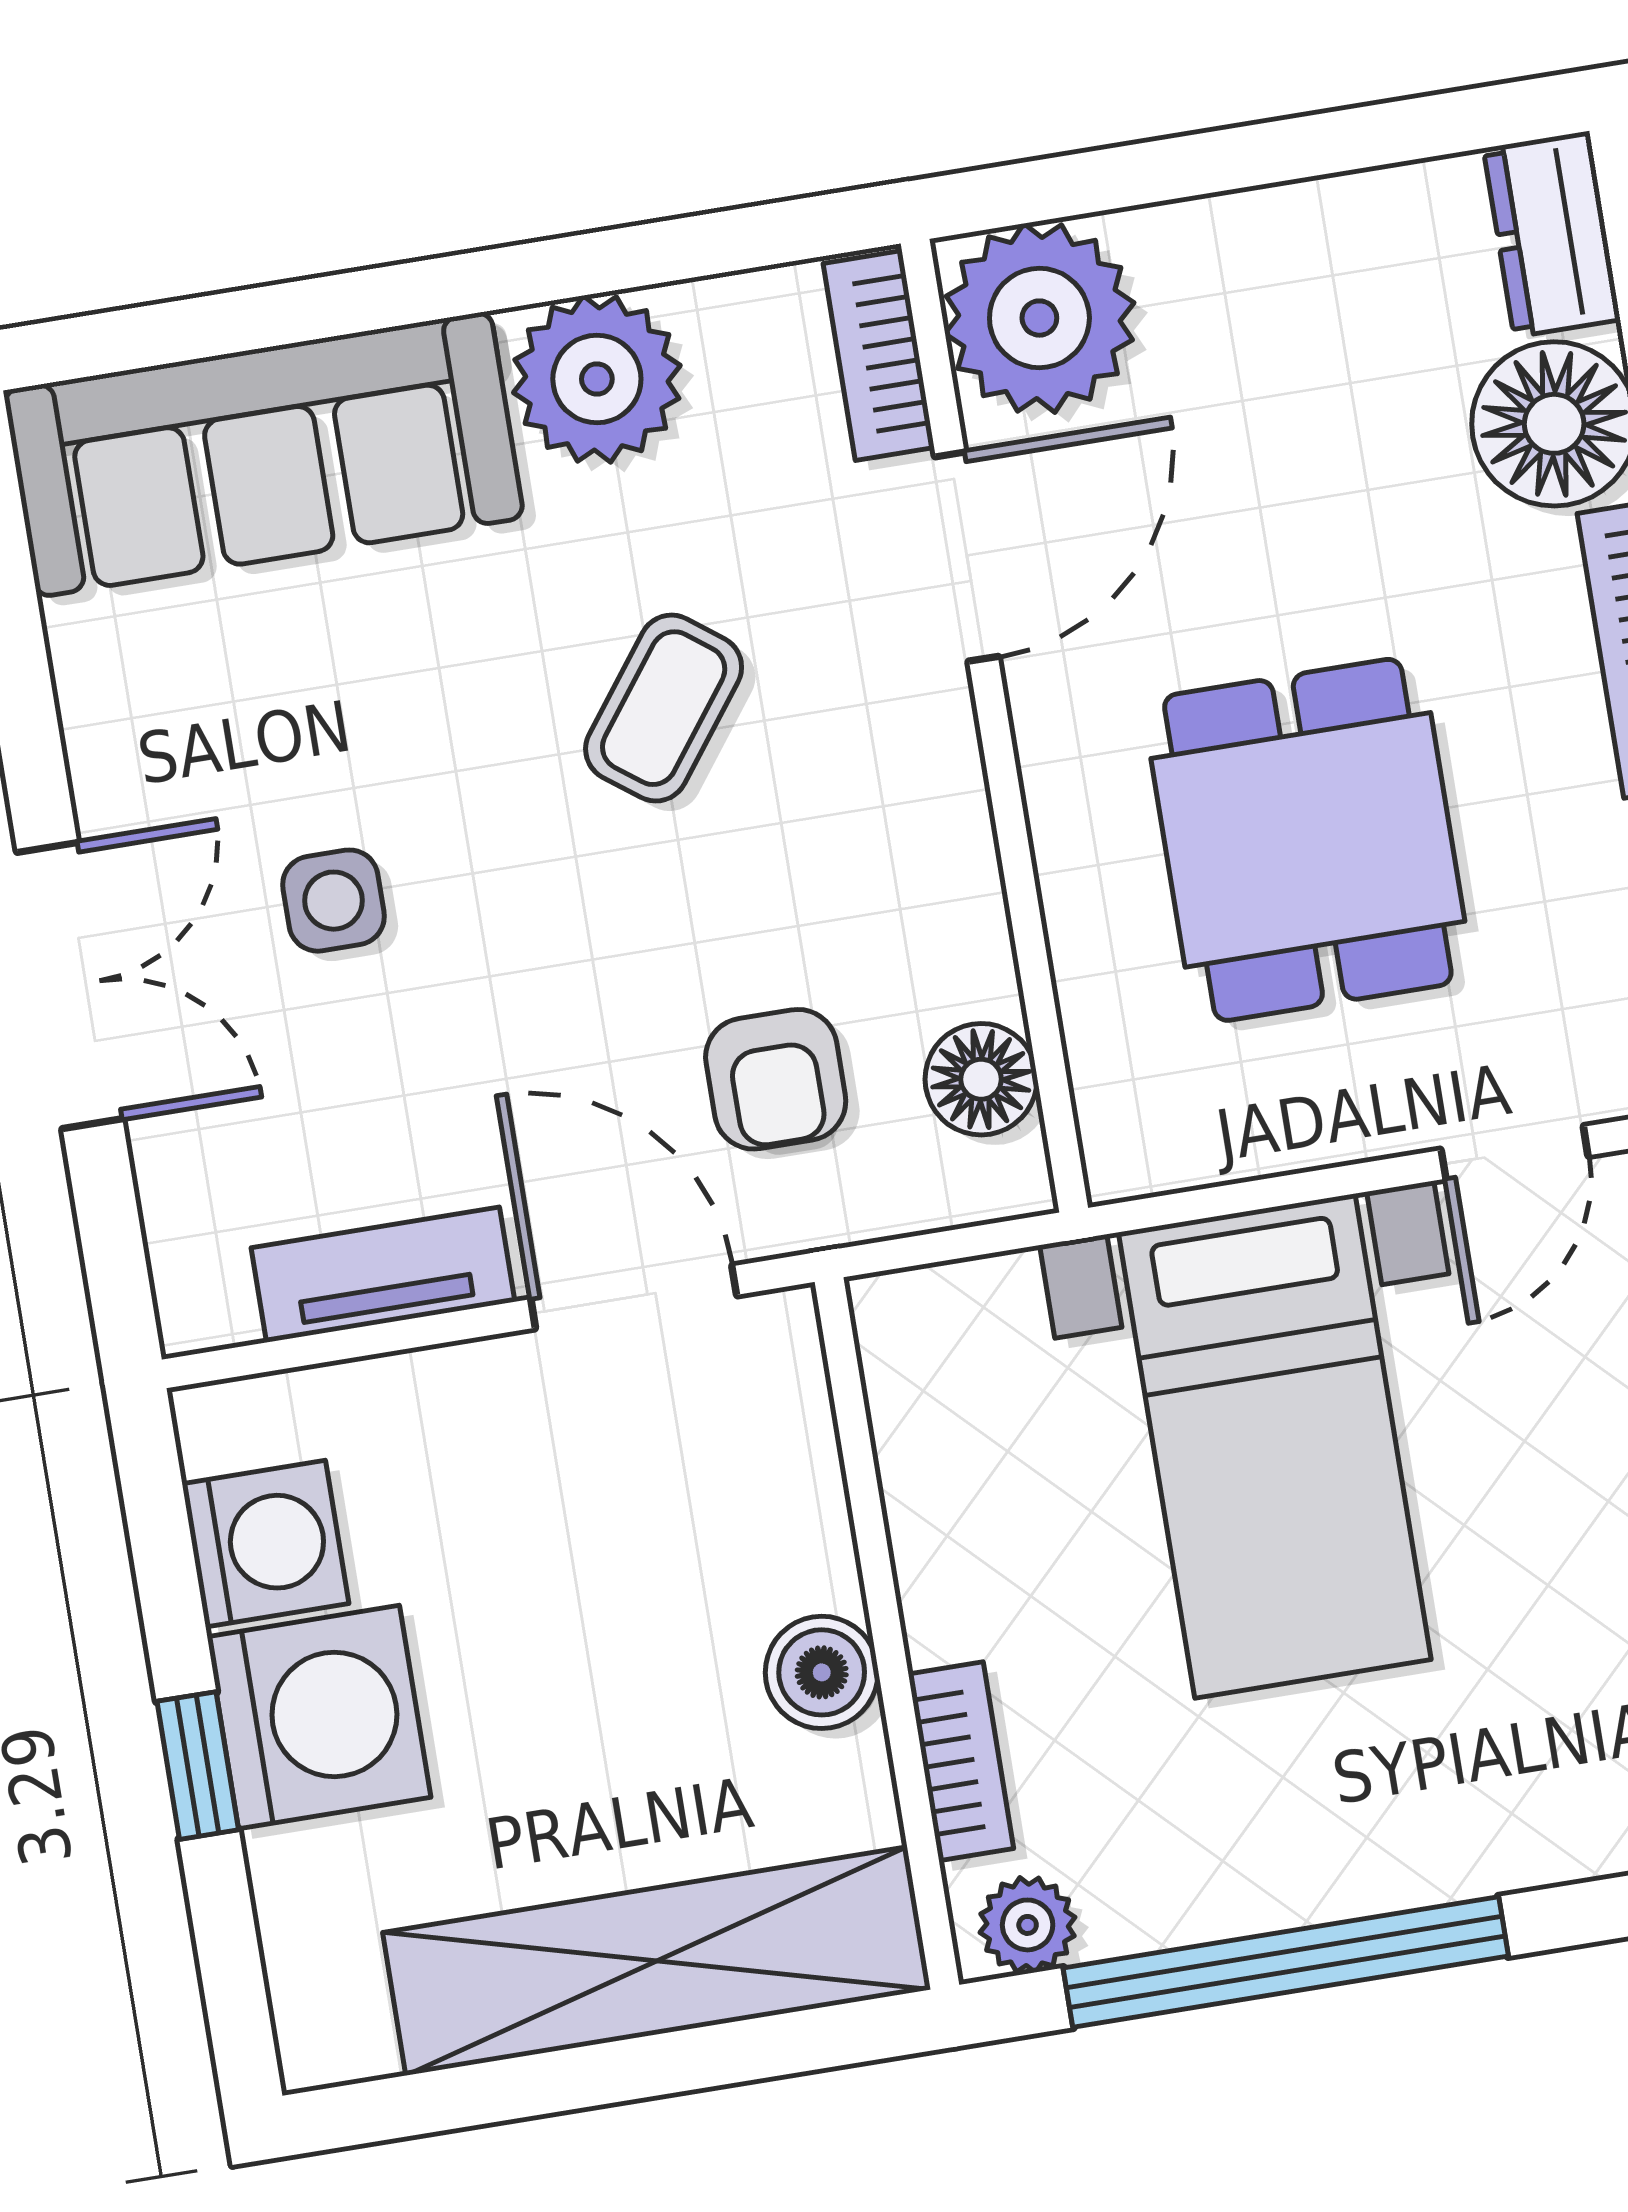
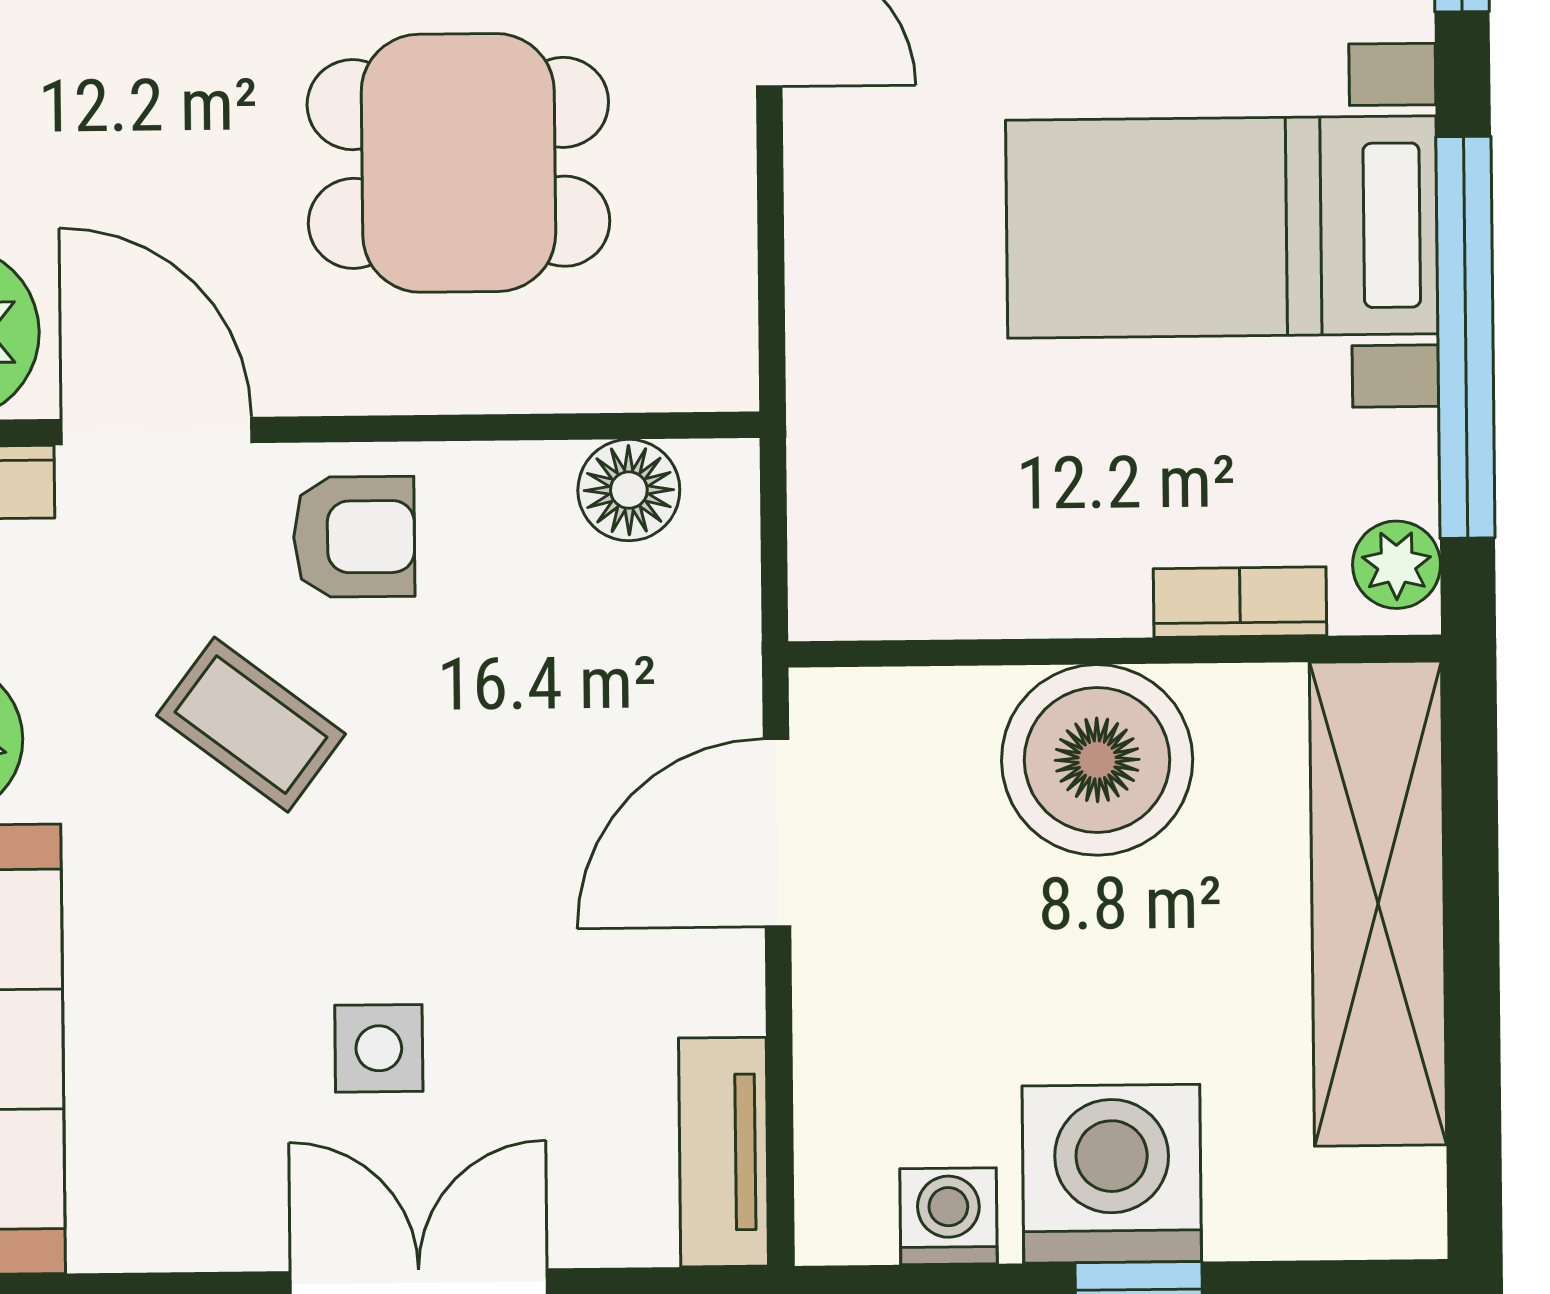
armchair: (776, 1079) -> (354, 537), moved
tv unit: (383, 1275) -> (723, 1152), moved
bed with nightstands: (1275, 1446) -> (1222, 227), moved, turned 180
washing machine: (265, 1544) -> (949, 1216), width x0.73, depth x0.73
boiler: (822, 1672) -> (1097, 760), width x1.86, depth x1.86

